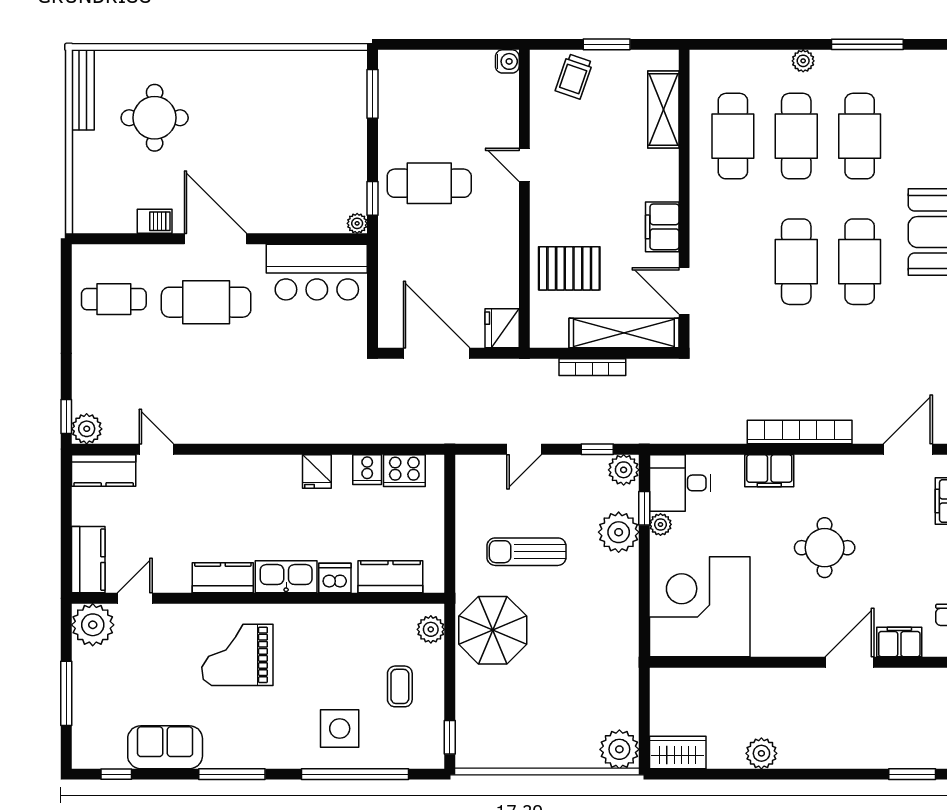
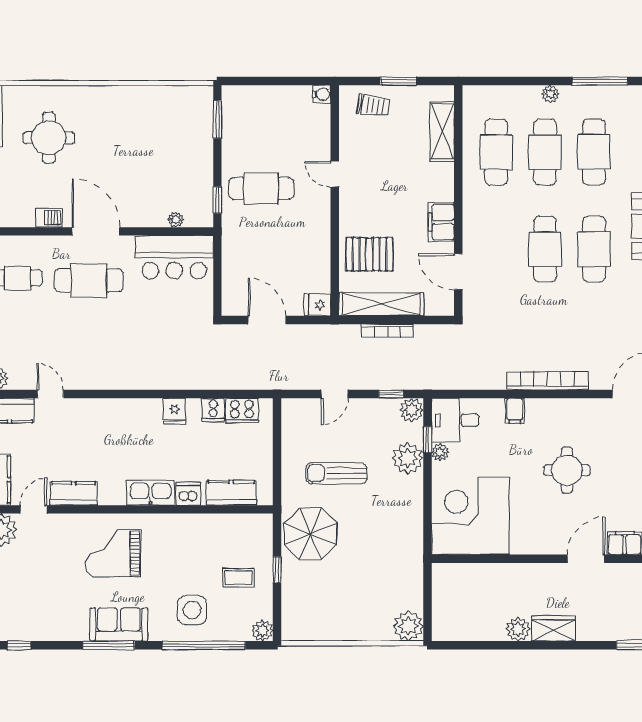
trolley: (574, 76) -> (373, 106), turned -101
plant: (357, 223) -> (176, 219), moved
fridge: (502, 328) -> (318, 305), width x0.72
shelving: (624, 333) -> (381, 304), moved
door: (437, 353) -> (267, 320), width x0.73
filing cabinet: (769, 471) -> (515, 411), width x0.50
kitchen counter: (223, 578) -> (74, 494), moved
plant: (431, 629) -> (262, 631), moved
coffee table: (400, 686) -> (238, 577), turned 90
window: (450, 737) -> (277, 570), moved
sofa: (165, 747) -> (119, 625), moved
wardrobe: (678, 752) -> (554, 629), moved

